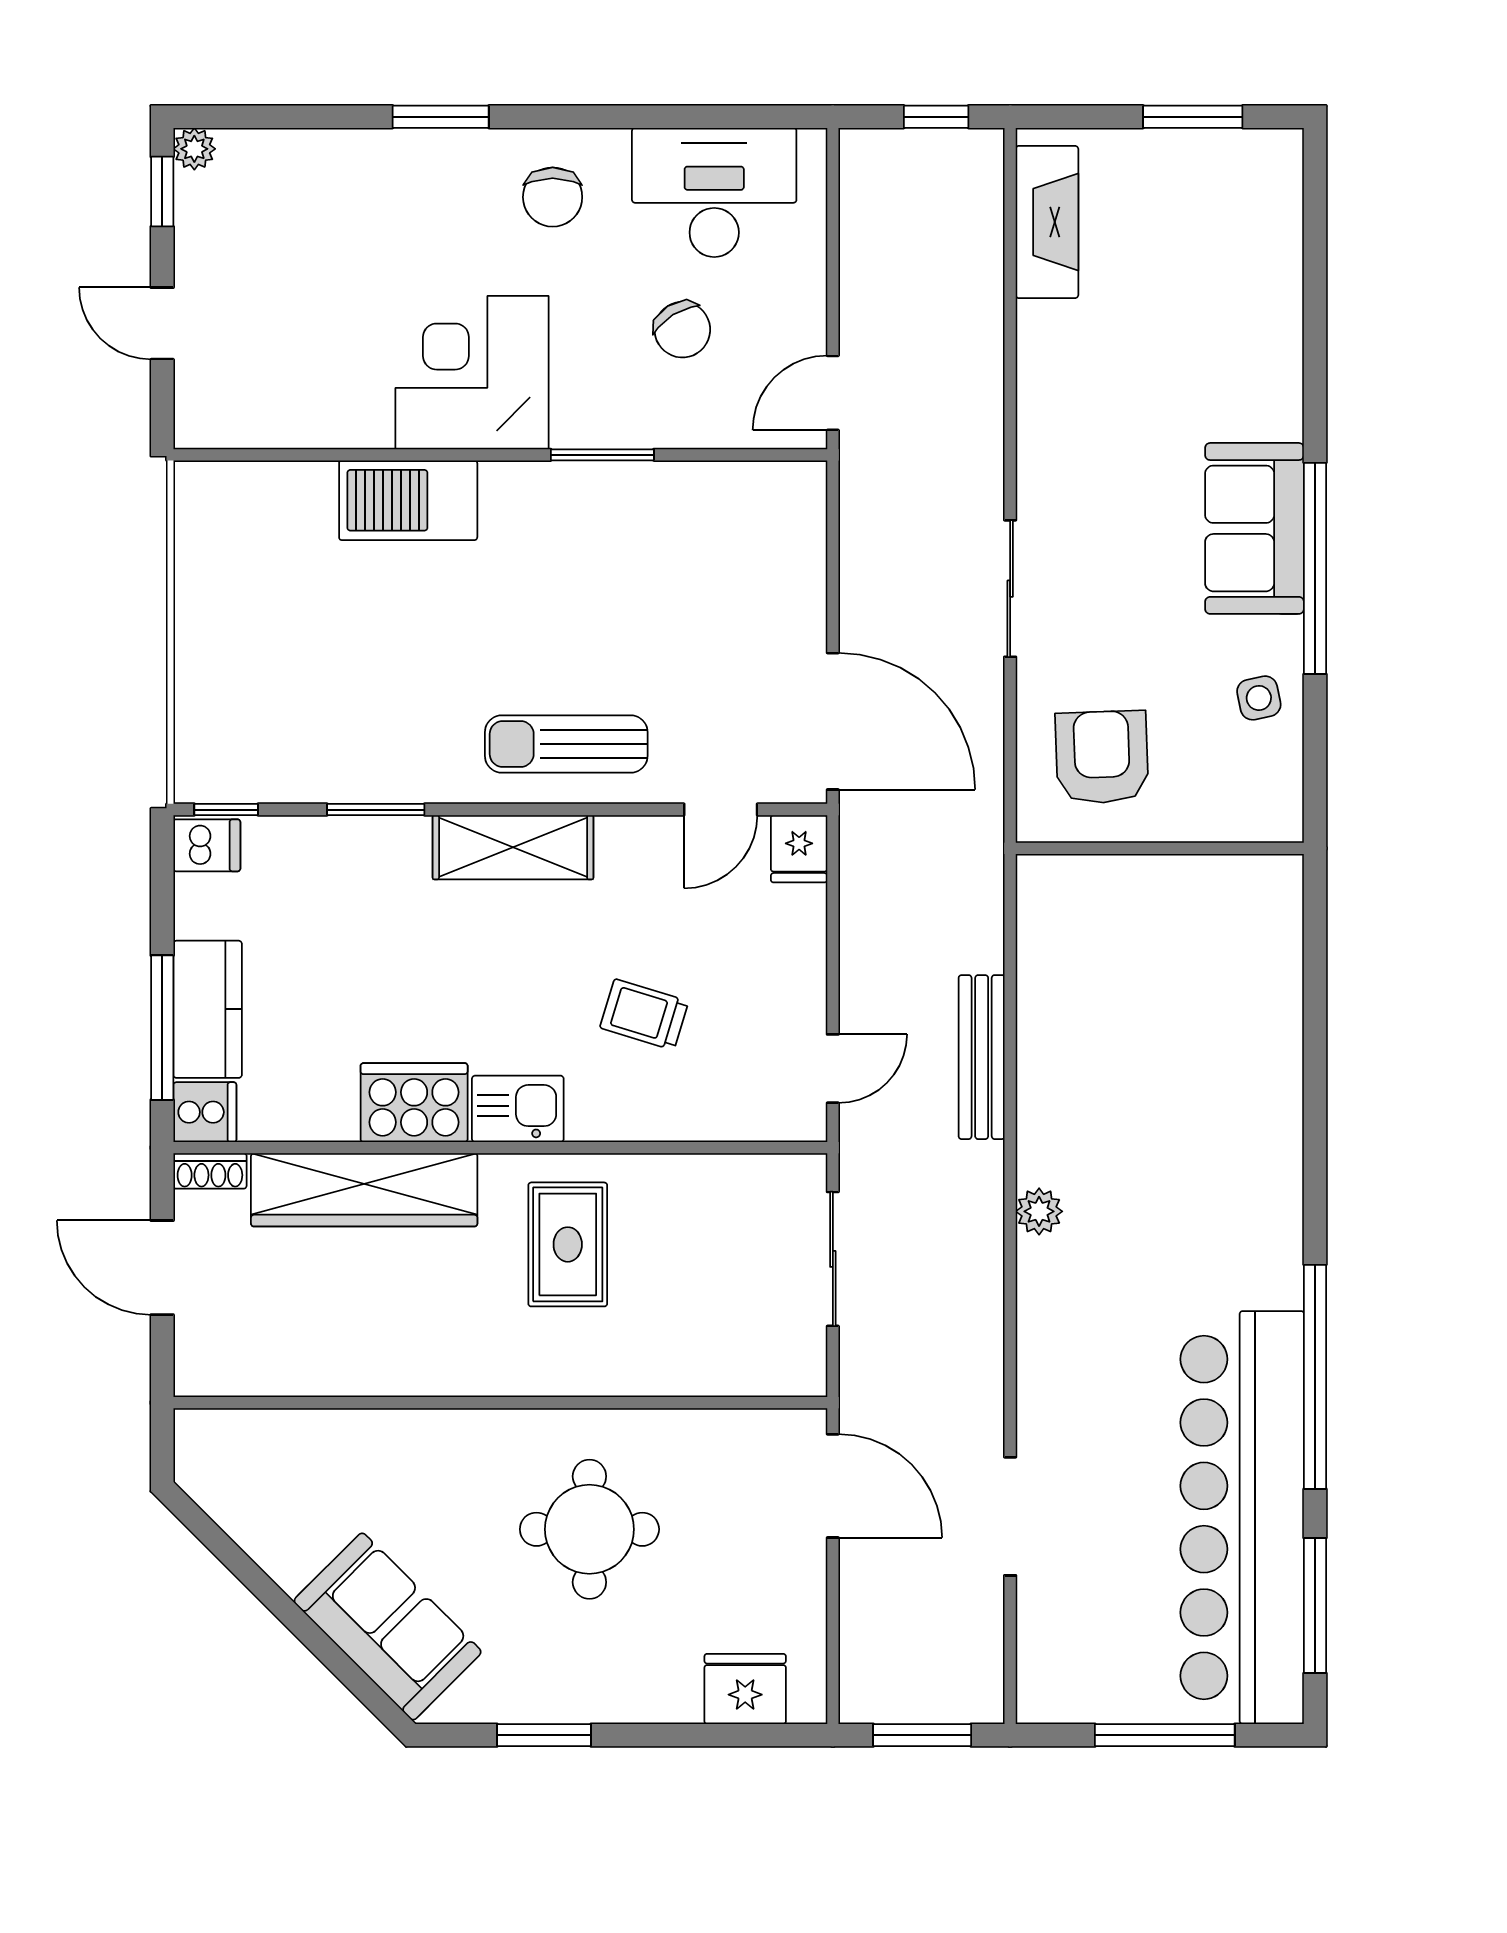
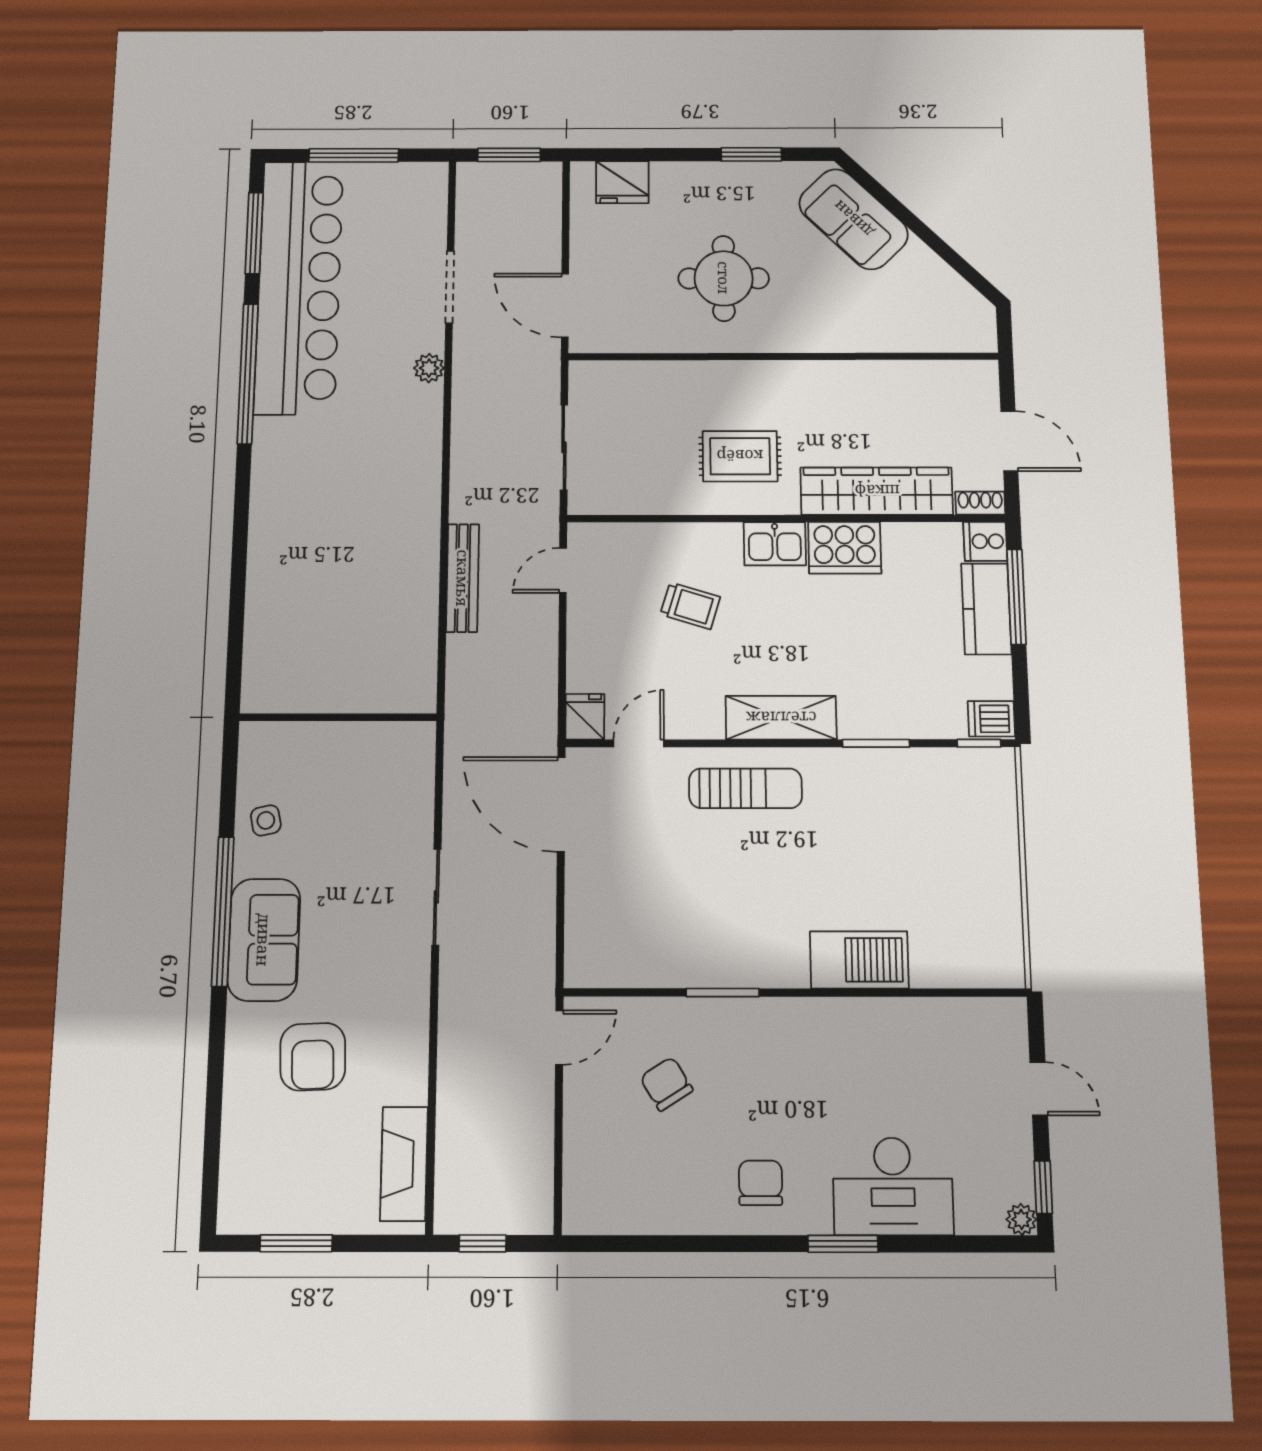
desk: (714, 192) -> (893, 1186), moved
corner desk: (472, 373) -> (816, 1052), removed
armchair: (1102, 757) -> (313, 1057), moved
plant: (1039, 1211) -> (429, 368), moved
rug: (568, 1244) -> (740, 456), turned 90

